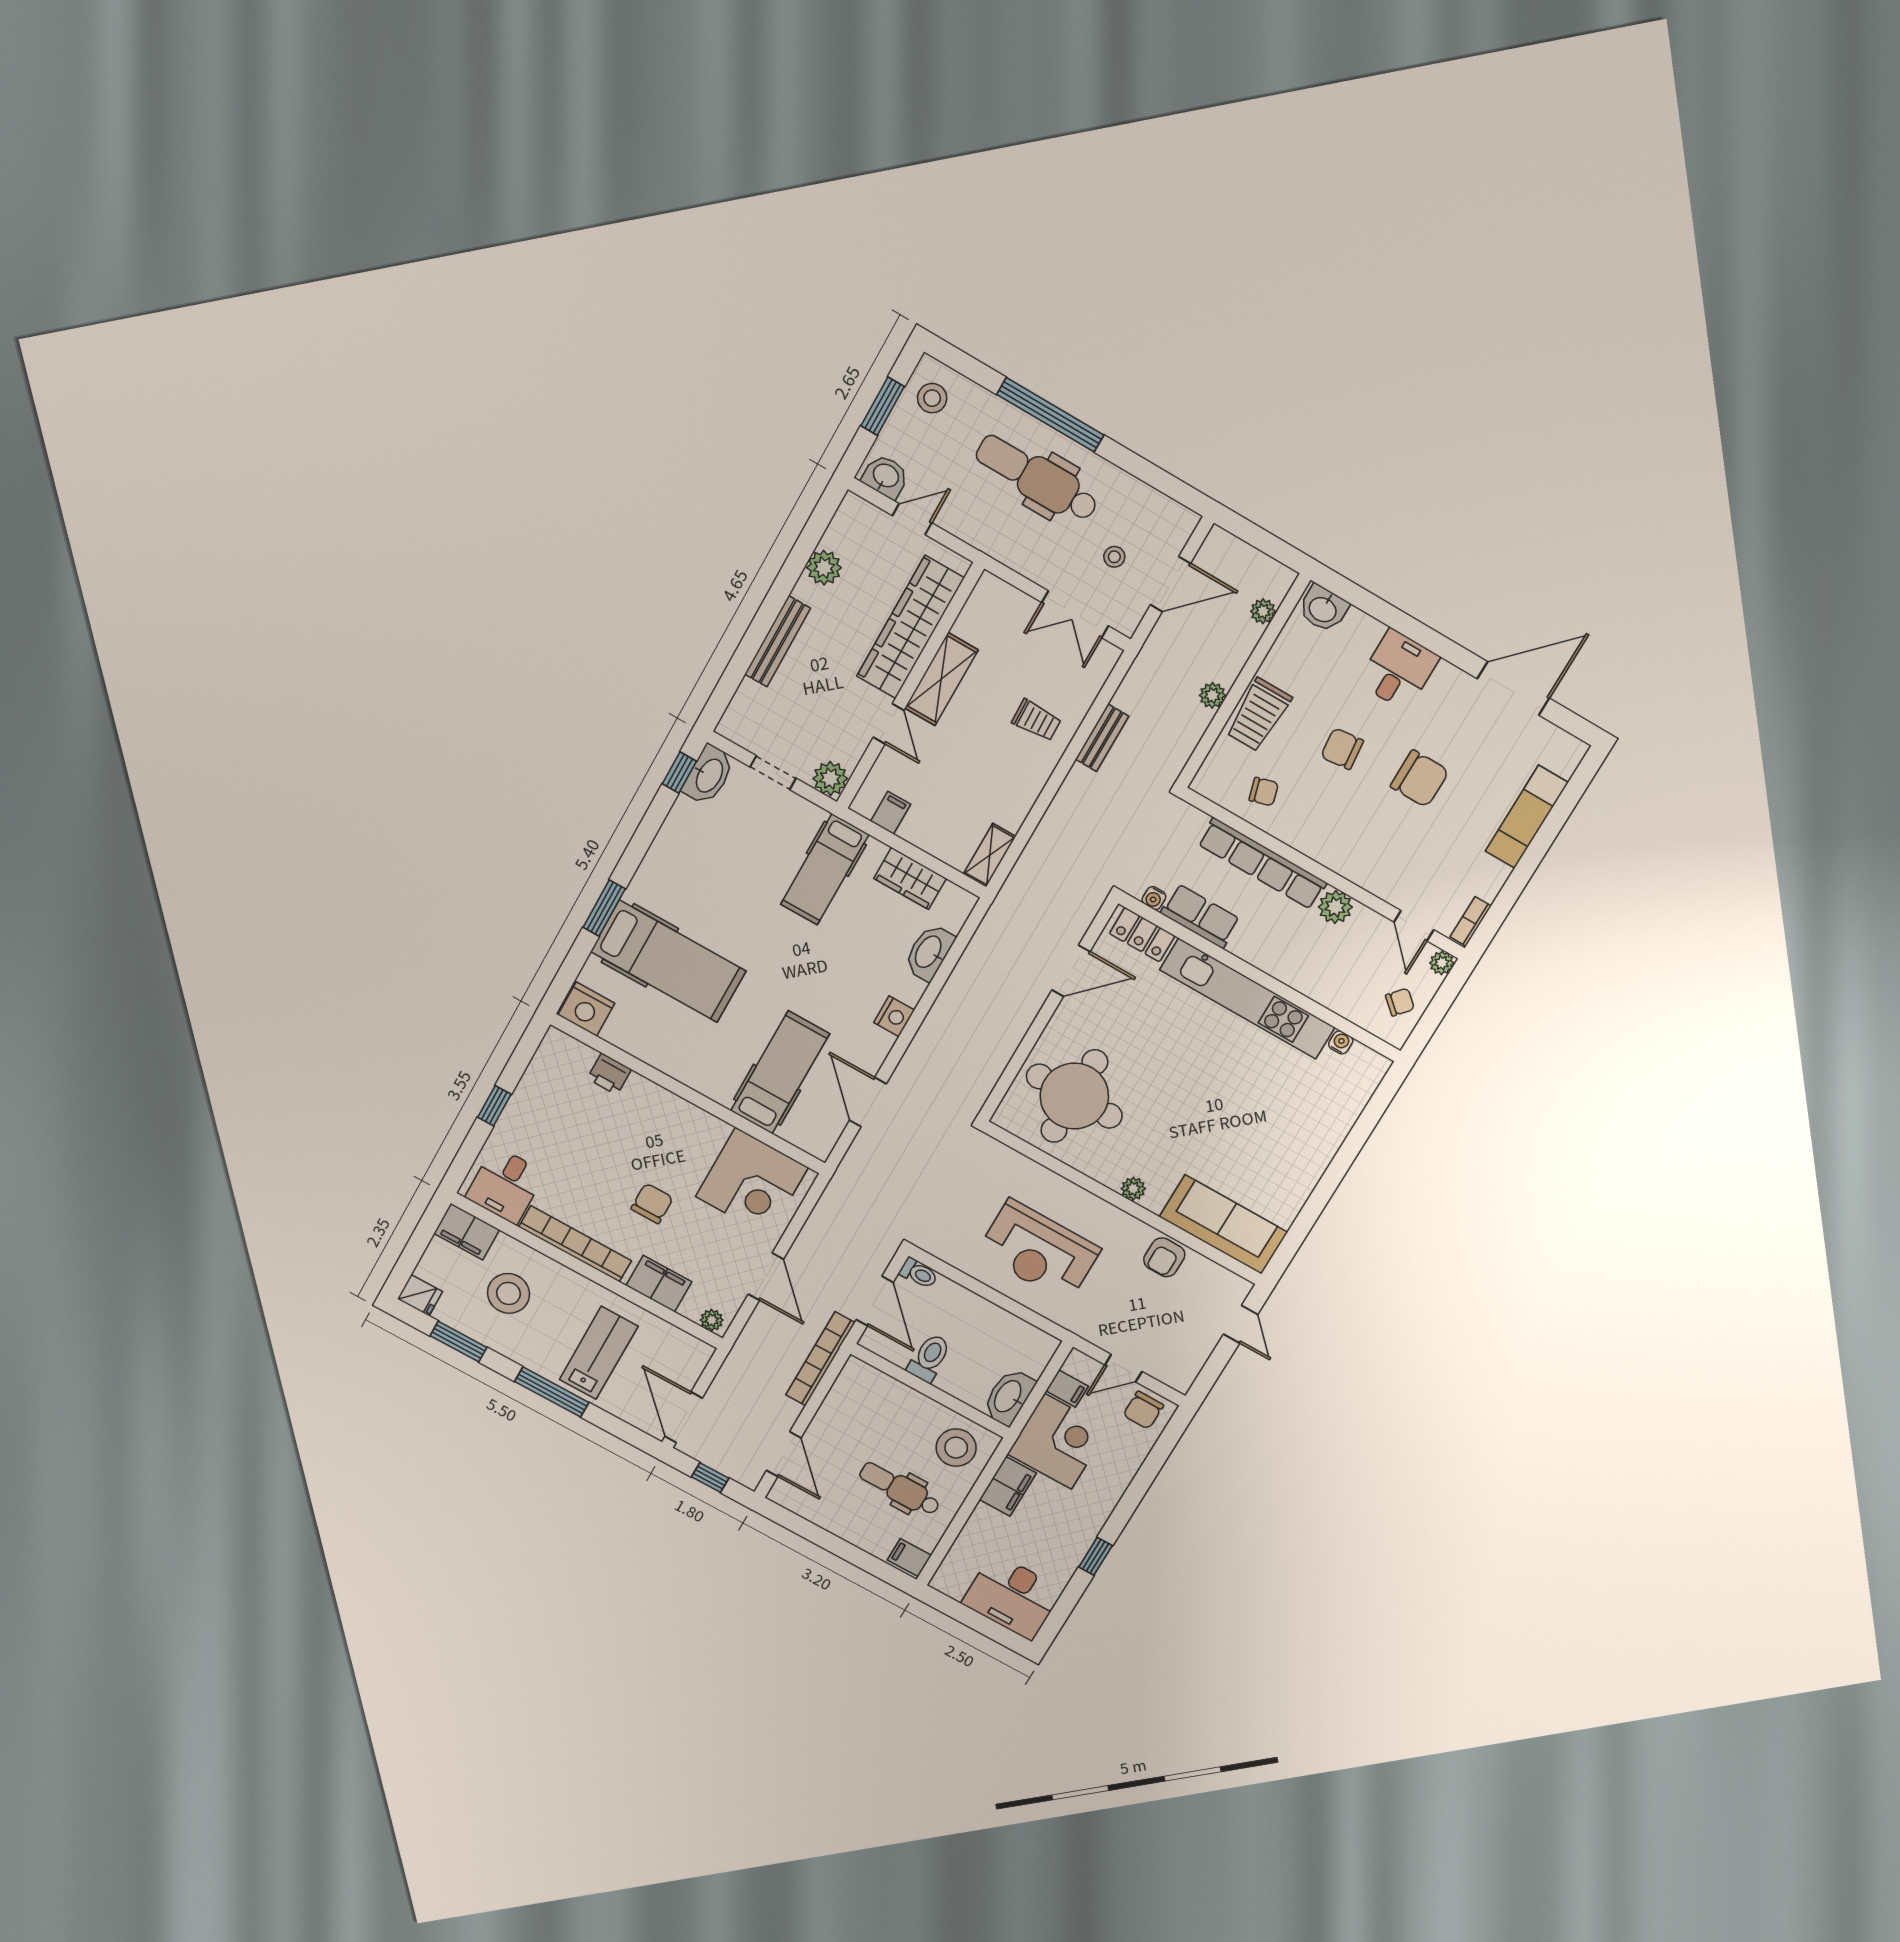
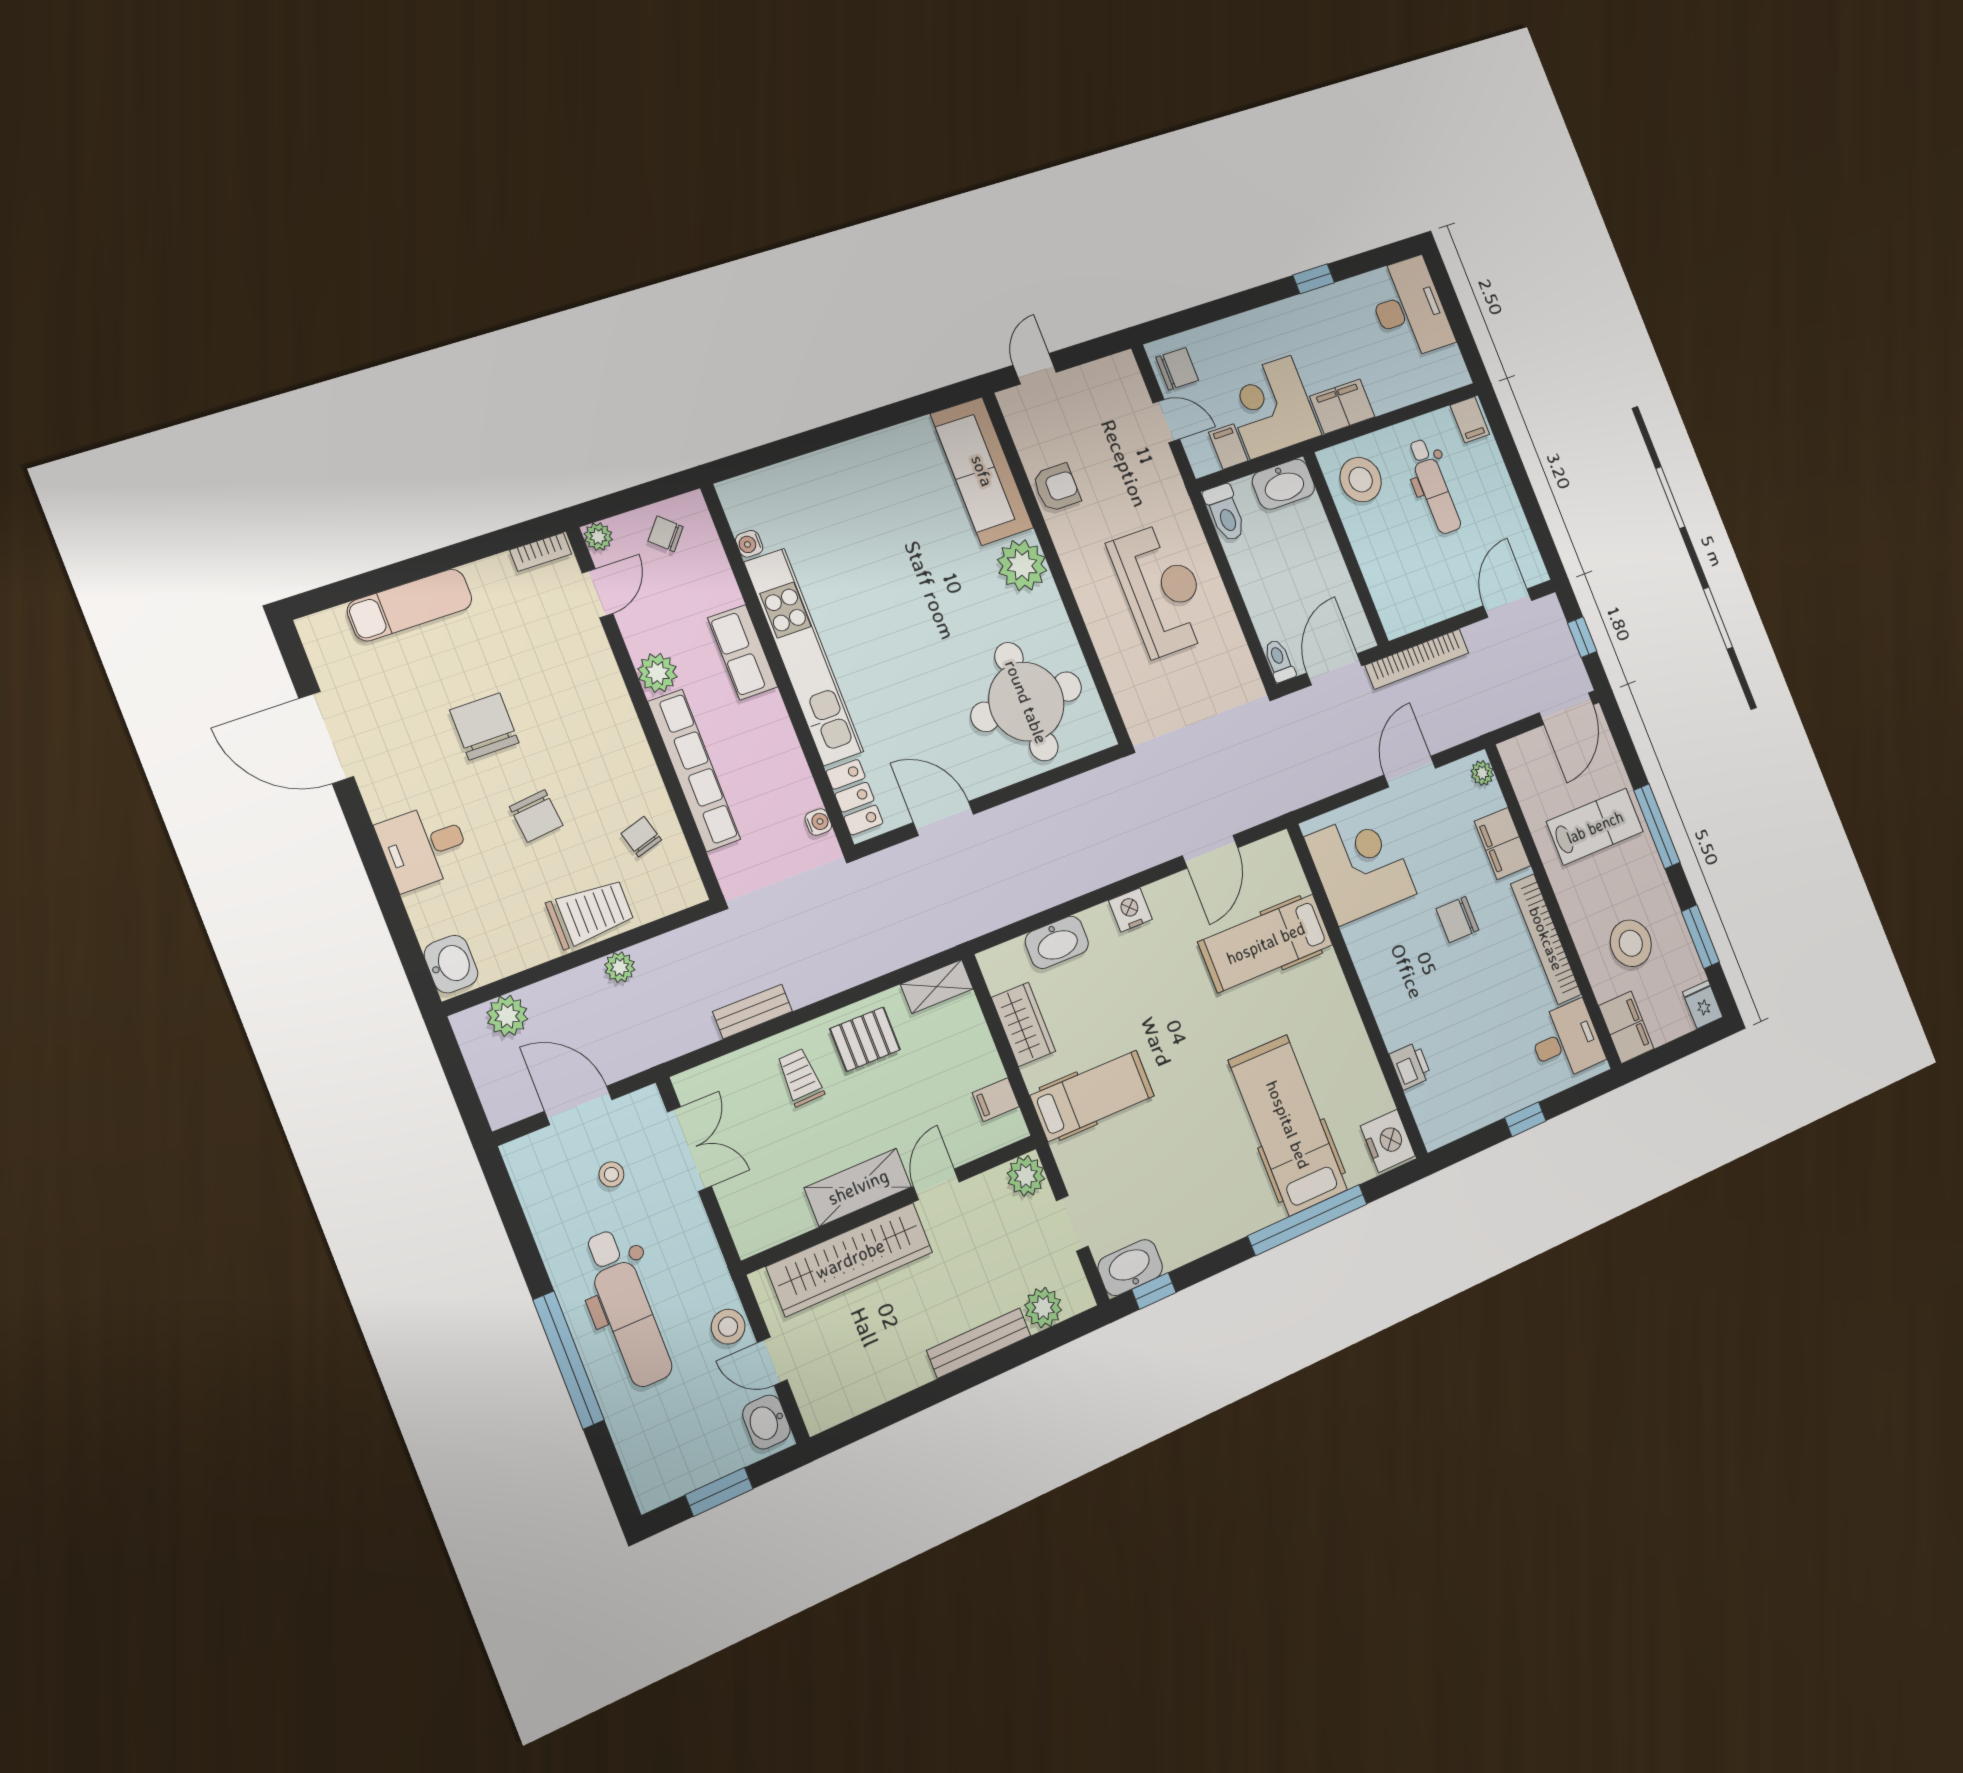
stool: (932, 398) -> (728, 1327), moved
plant: (824, 568) -> (1043, 1308), moved
plant: (1263, 611) -> (507, 1016), width x1.38, depth x1.38
pallet: (1012, 781) -> (865, 1039), added
window: (604, 908) -> (1308, 1220), width x2.11
row of seats: (1200, 916) -> (743, 652), moved
plant: (1133, 1189) -> (1022, 565), width x1.87, depth x1.87
lab bench: (599, 1353) -> (1595, 827), turned 180
toilet: (929, 1358) -> (1225, 513), moved, turned -90

